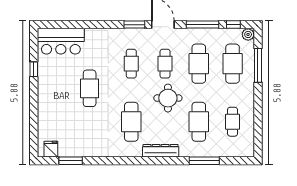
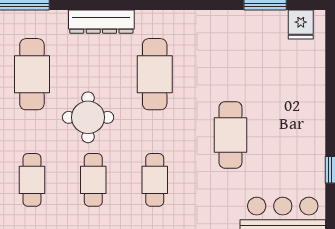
cafe table: (199, 64) -> (32, 180), width x0.73, depth x0.74

